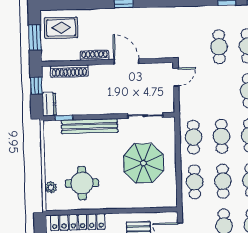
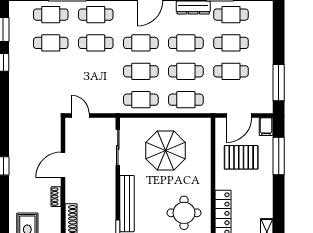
cafe table: (219, 47) -> (51, 71), removed
shoe rack: (95, 55) -> (56, 197), width x0.70

